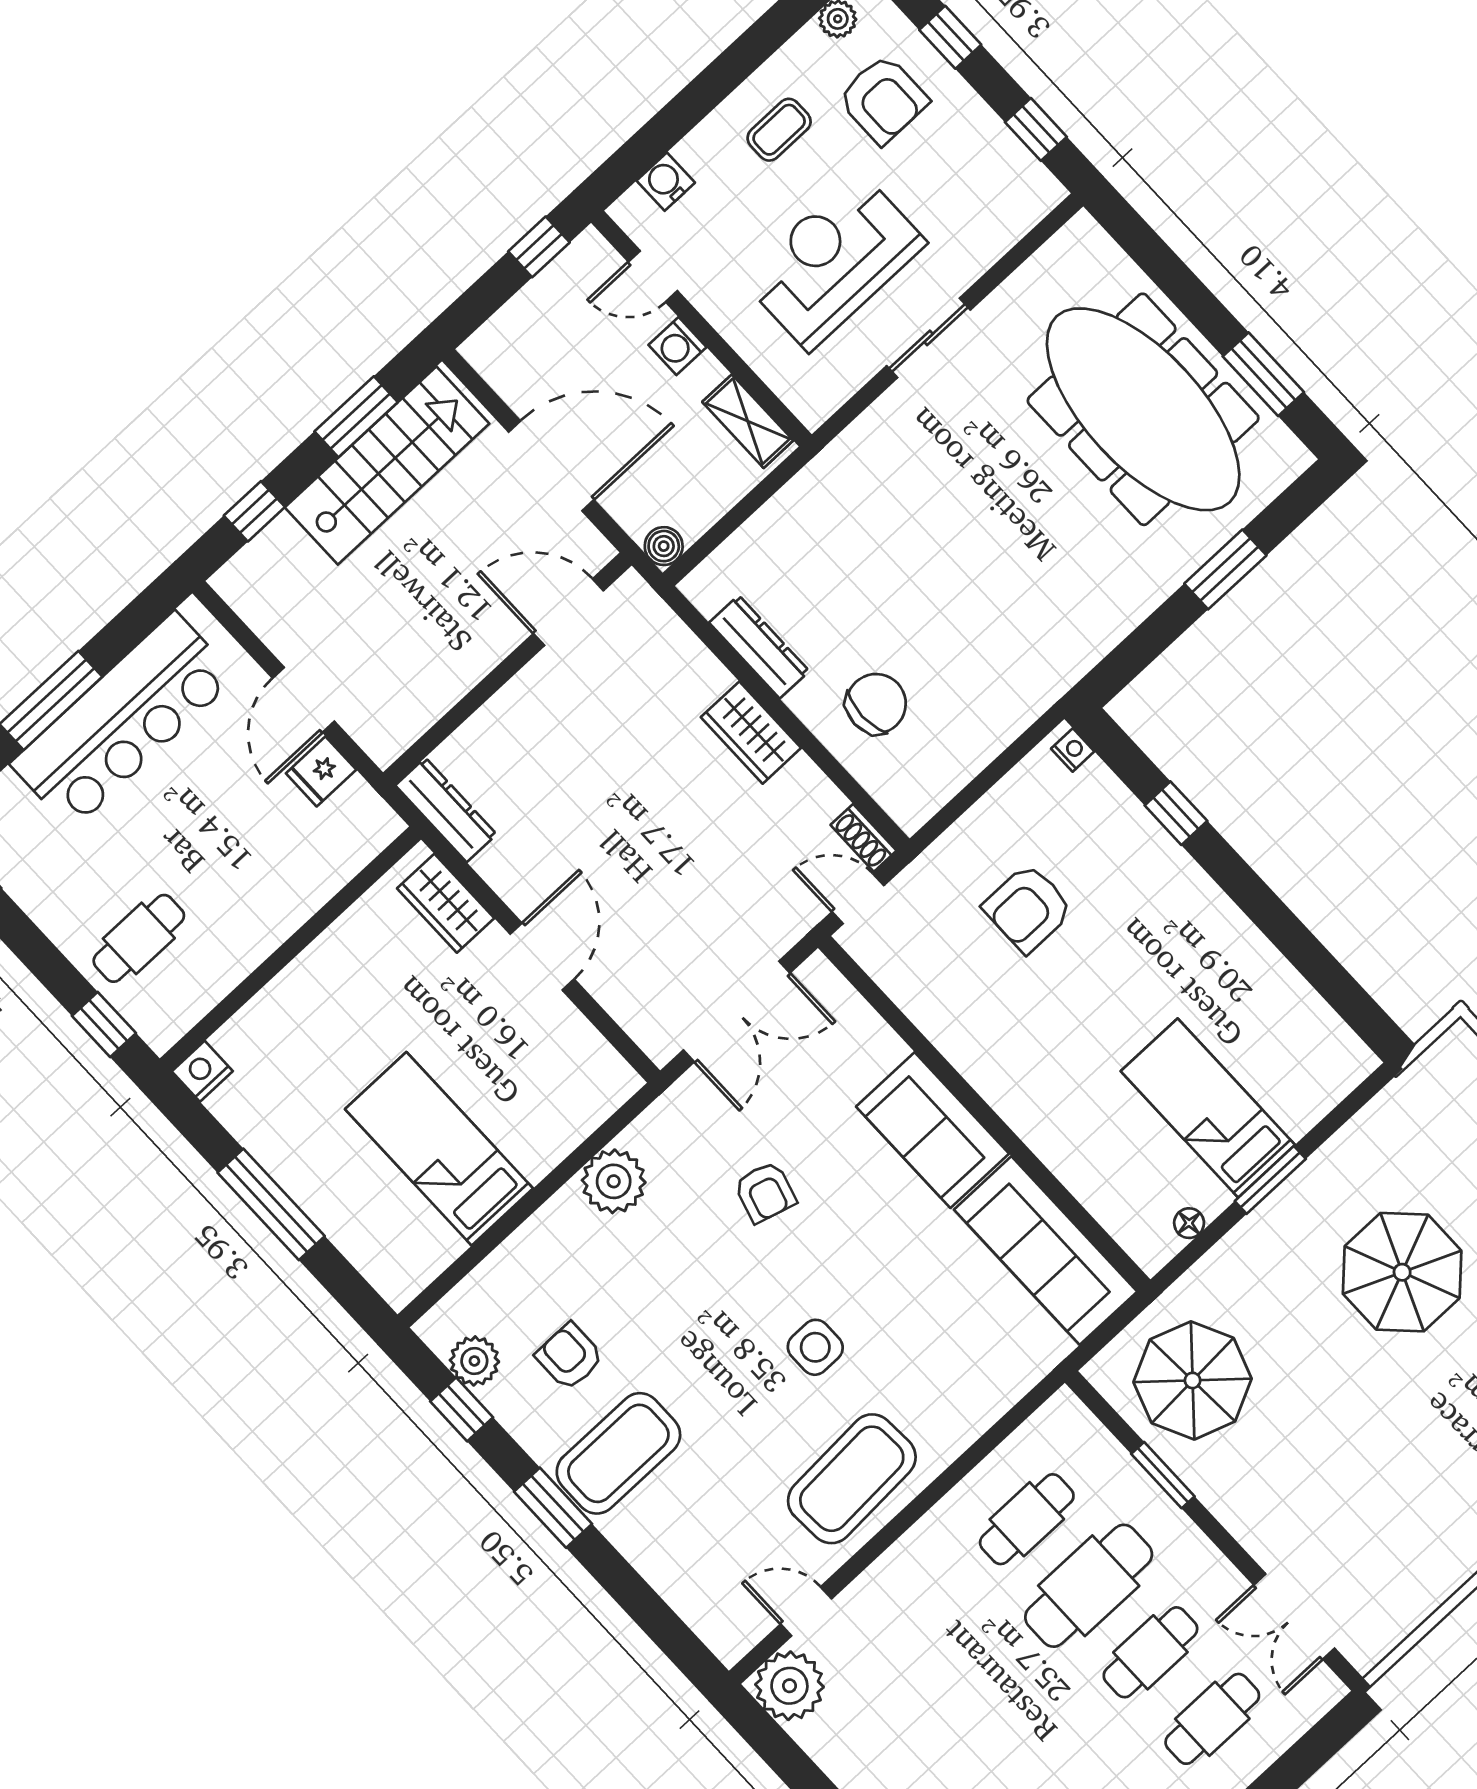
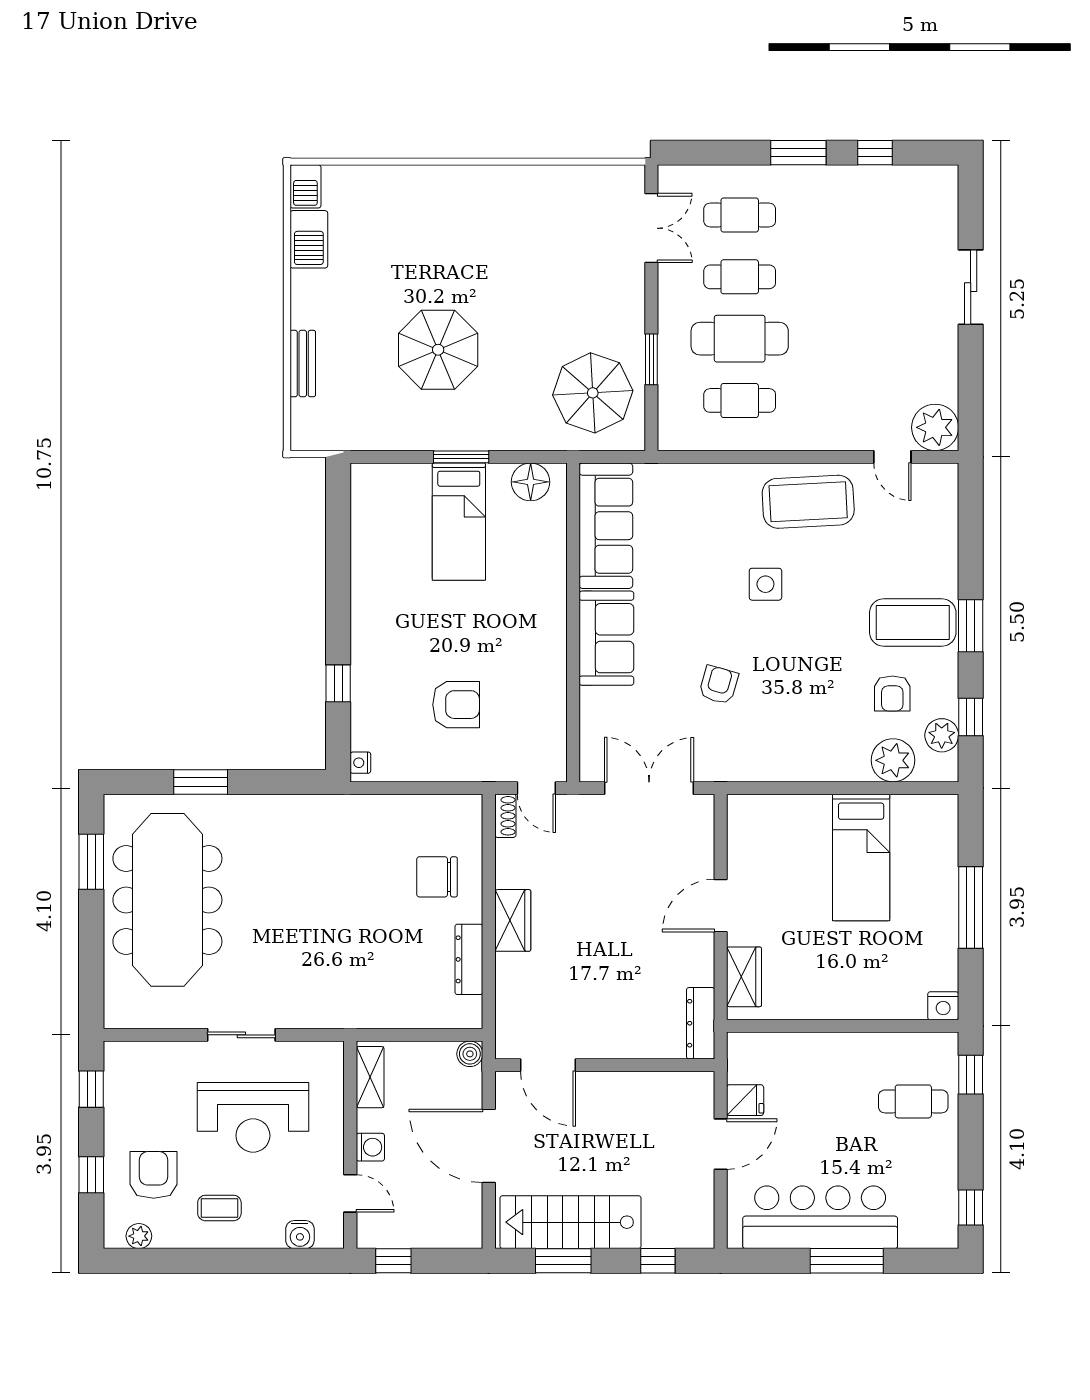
plant: (614, 1181) -> (893, 760), moved
floor lamp: (1189, 1223) -> (531, 482), width x1.89, depth x1.89

